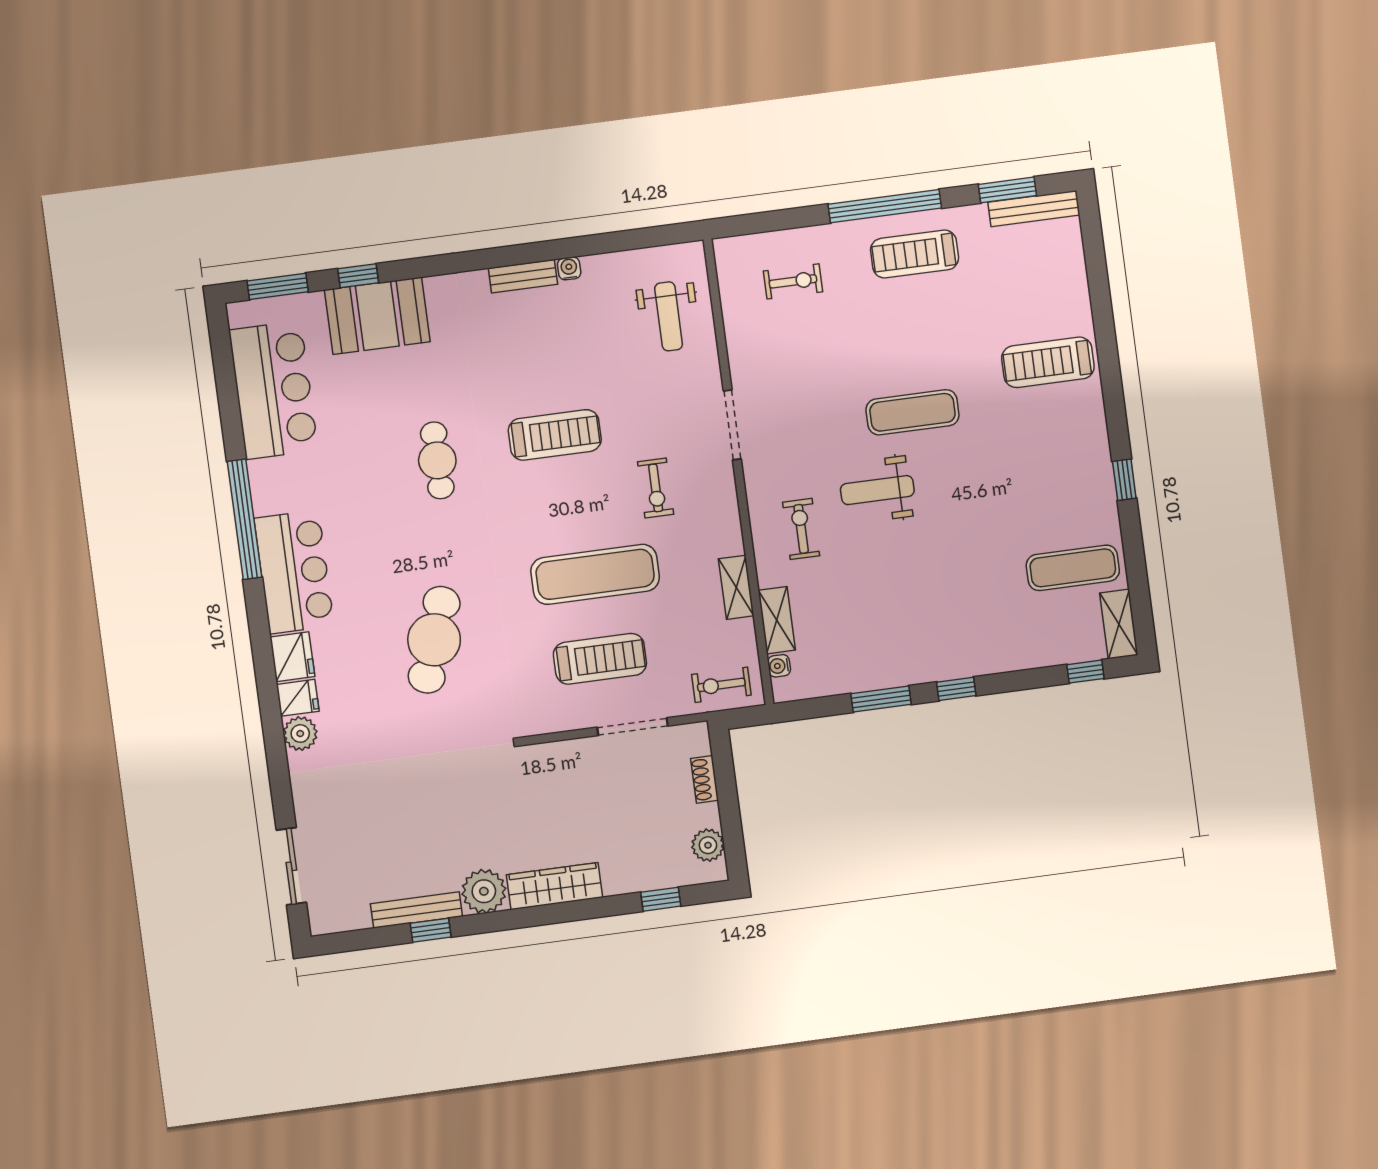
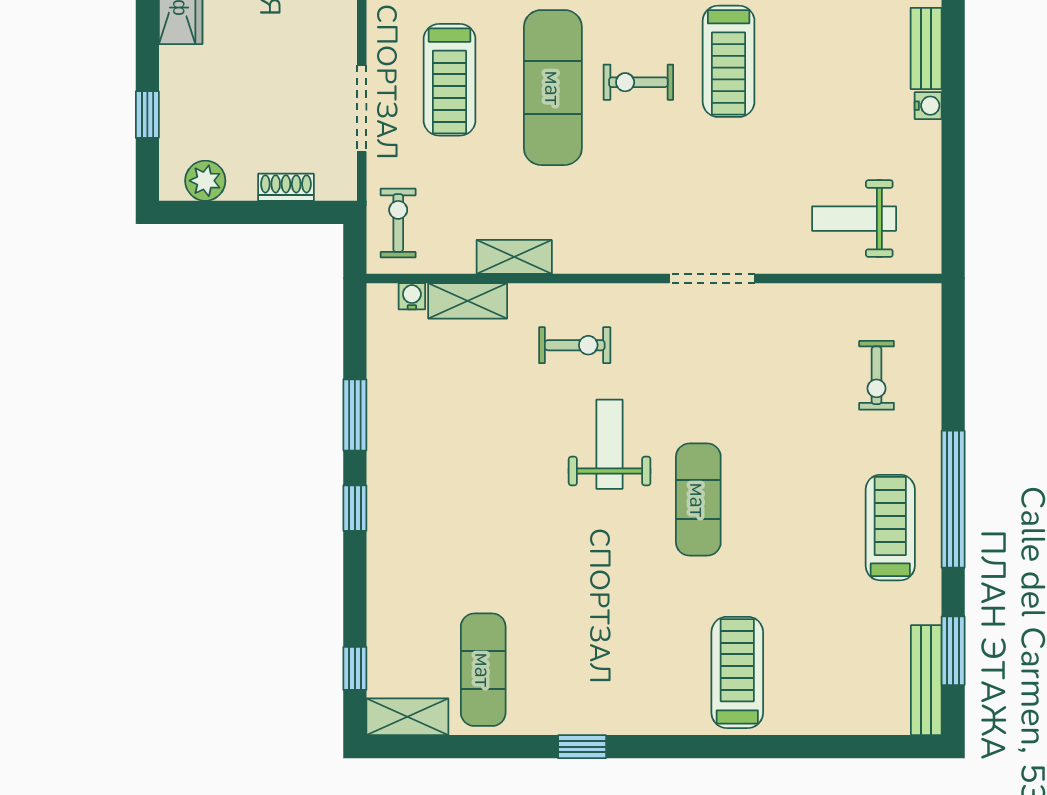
exercise bike: (656, 488) -> (638, 82), moved

